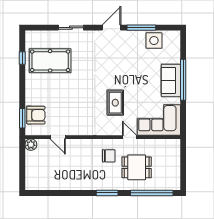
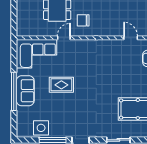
rug: (115, 103) -> (61, 85), moved, turned 90
door: (129, 137) -> (64, 38), swing flipped

